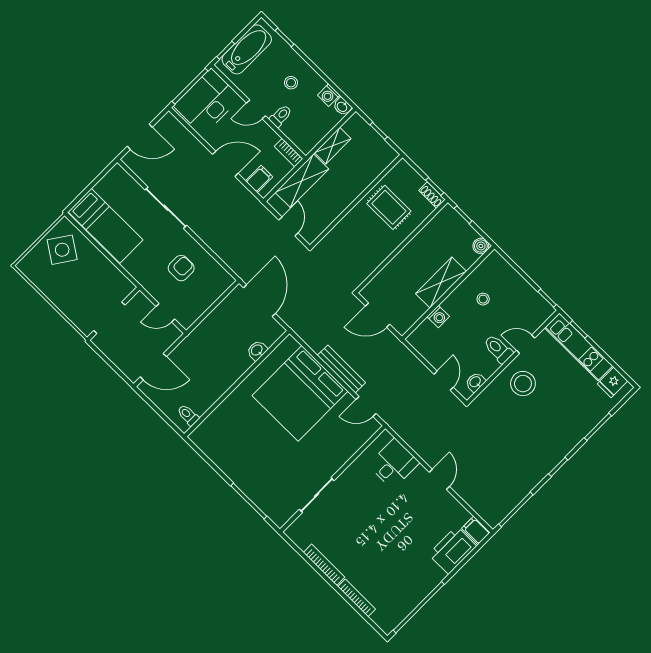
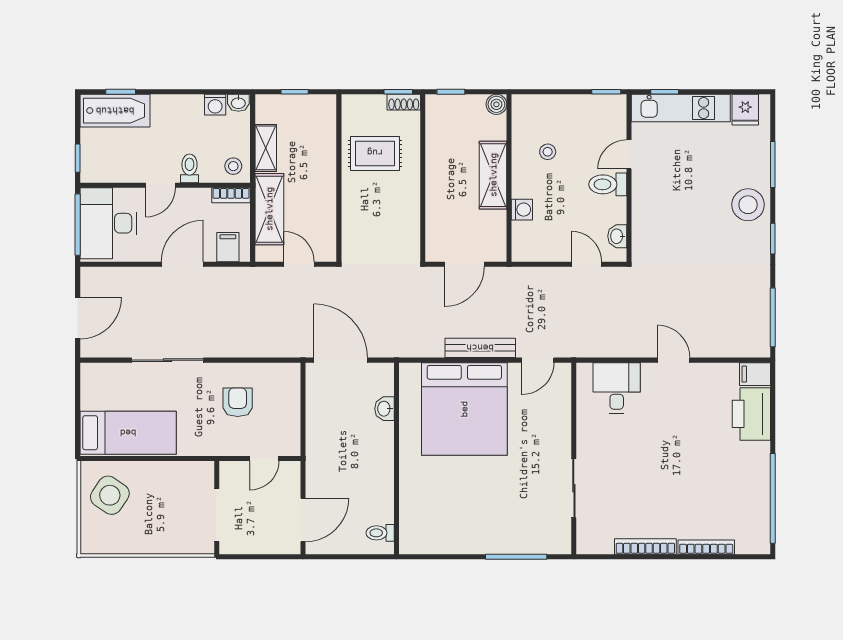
bathtub: (247, 49) -> (115, 111), moved, turned 90
stool: (291, 83) -> (233, 166), moved
stool: (523, 384) -> (748, 205), moved

